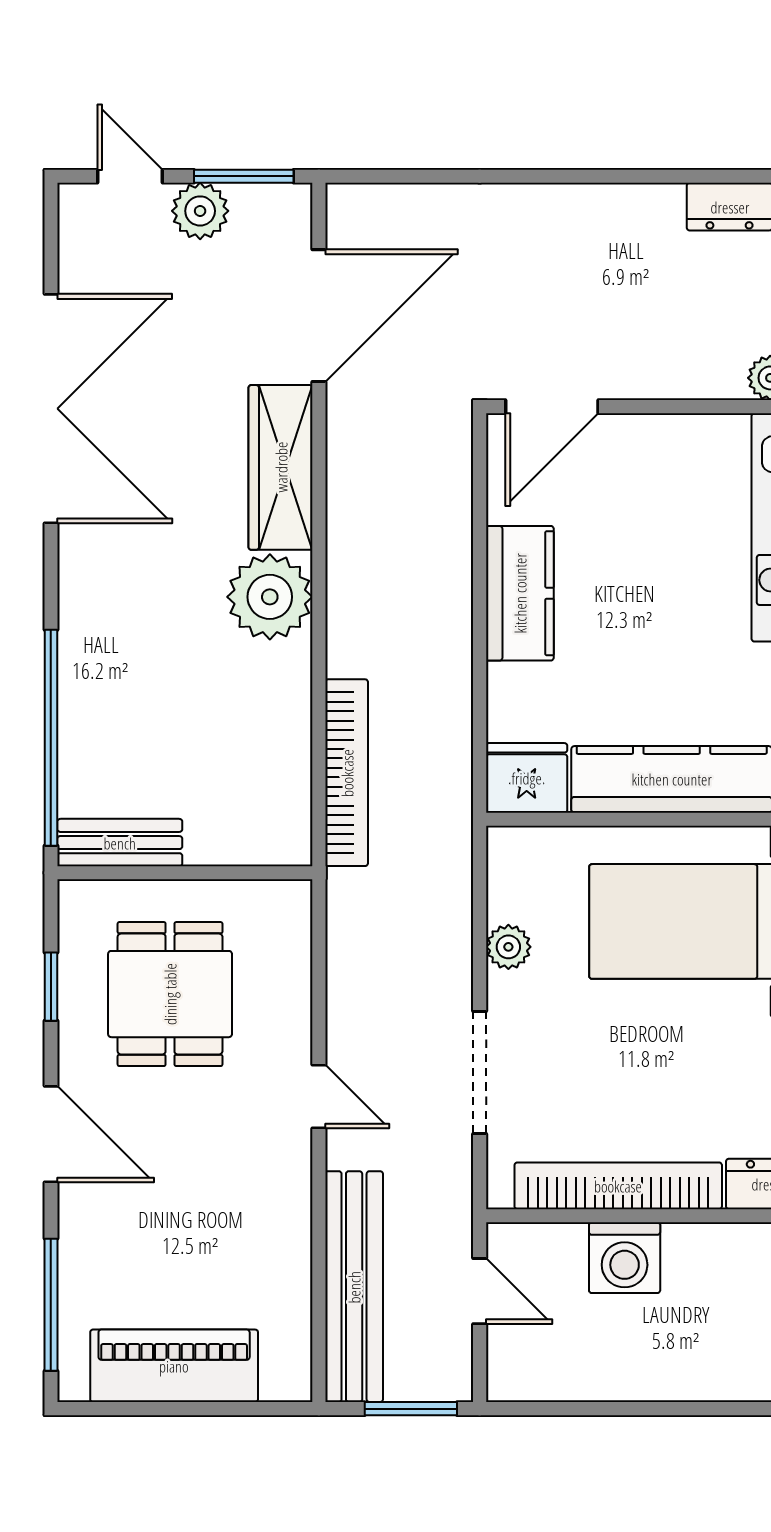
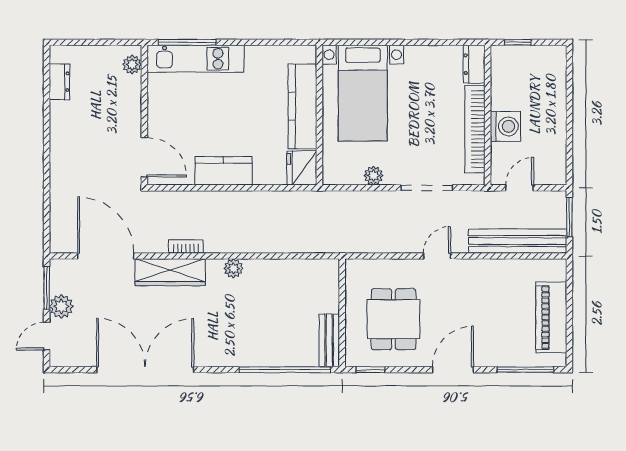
plant: (270, 597) -> (233, 268), width x0.53, depth x0.53
bookcase: (347, 773) -> (186, 246), moved, width x0.43, depth x0.76
window: (51, 987) -> (371, 370), moved
dining table: (170, 994) -> (394, 319), turned 90

